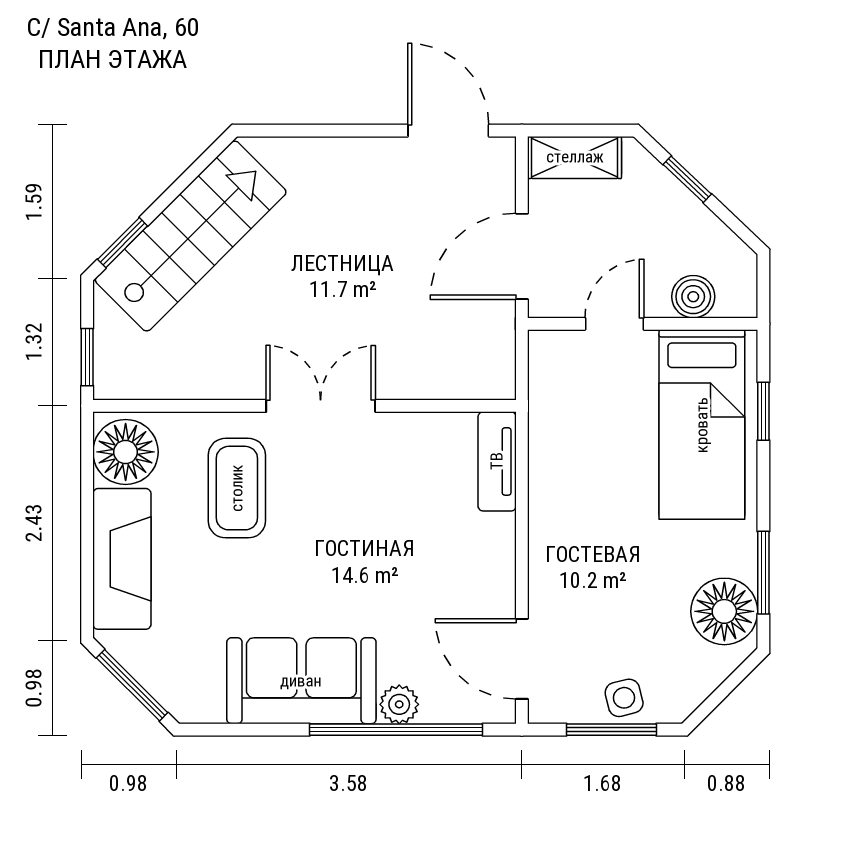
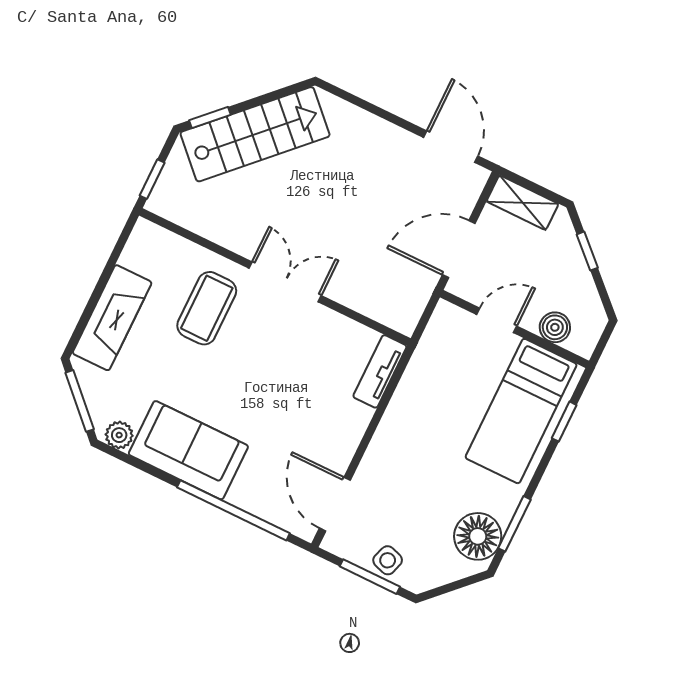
floor lamp: (126, 452) -> (147, 251), removed
side table: (624, 698) -> (388, 560), turned 32
plant: (399, 704) -> (119, 435), moved

